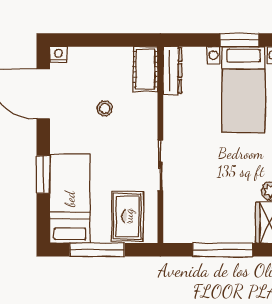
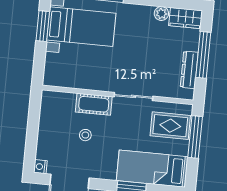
cot: (145, 69) -> (94, 104), moved
dresser: (172, 70) -> (189, 70), moved, turned -90
window: (97, 250) -> (195, 137), moved

